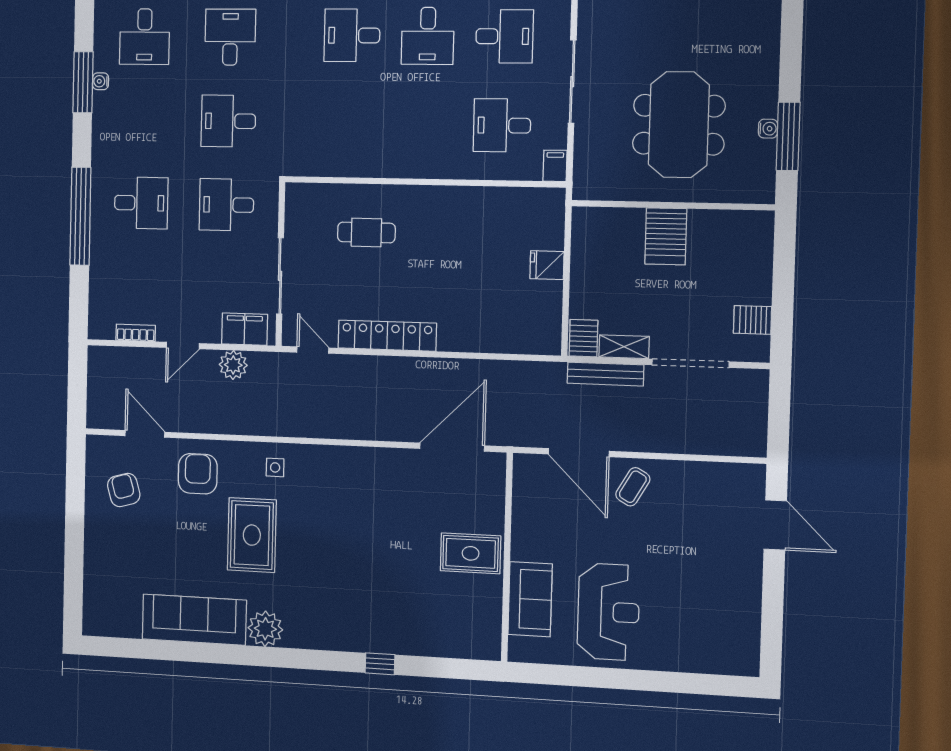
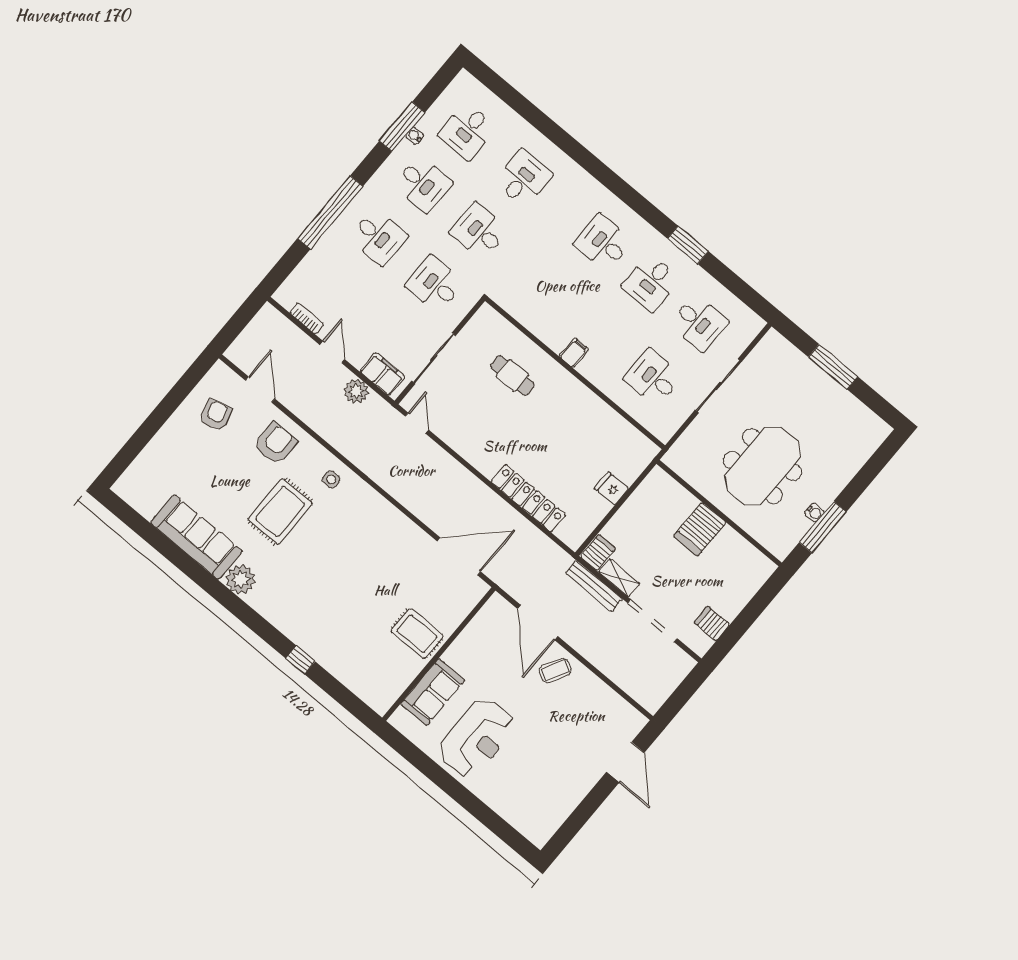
desk: (143, 120) -> (423, 184), added
filing cabinet: (555, 166) -> (574, 353), moved
locker: (387, 336) -> (528, 498), moved
door: (183, 346) -> (332, 352), swing flipped

